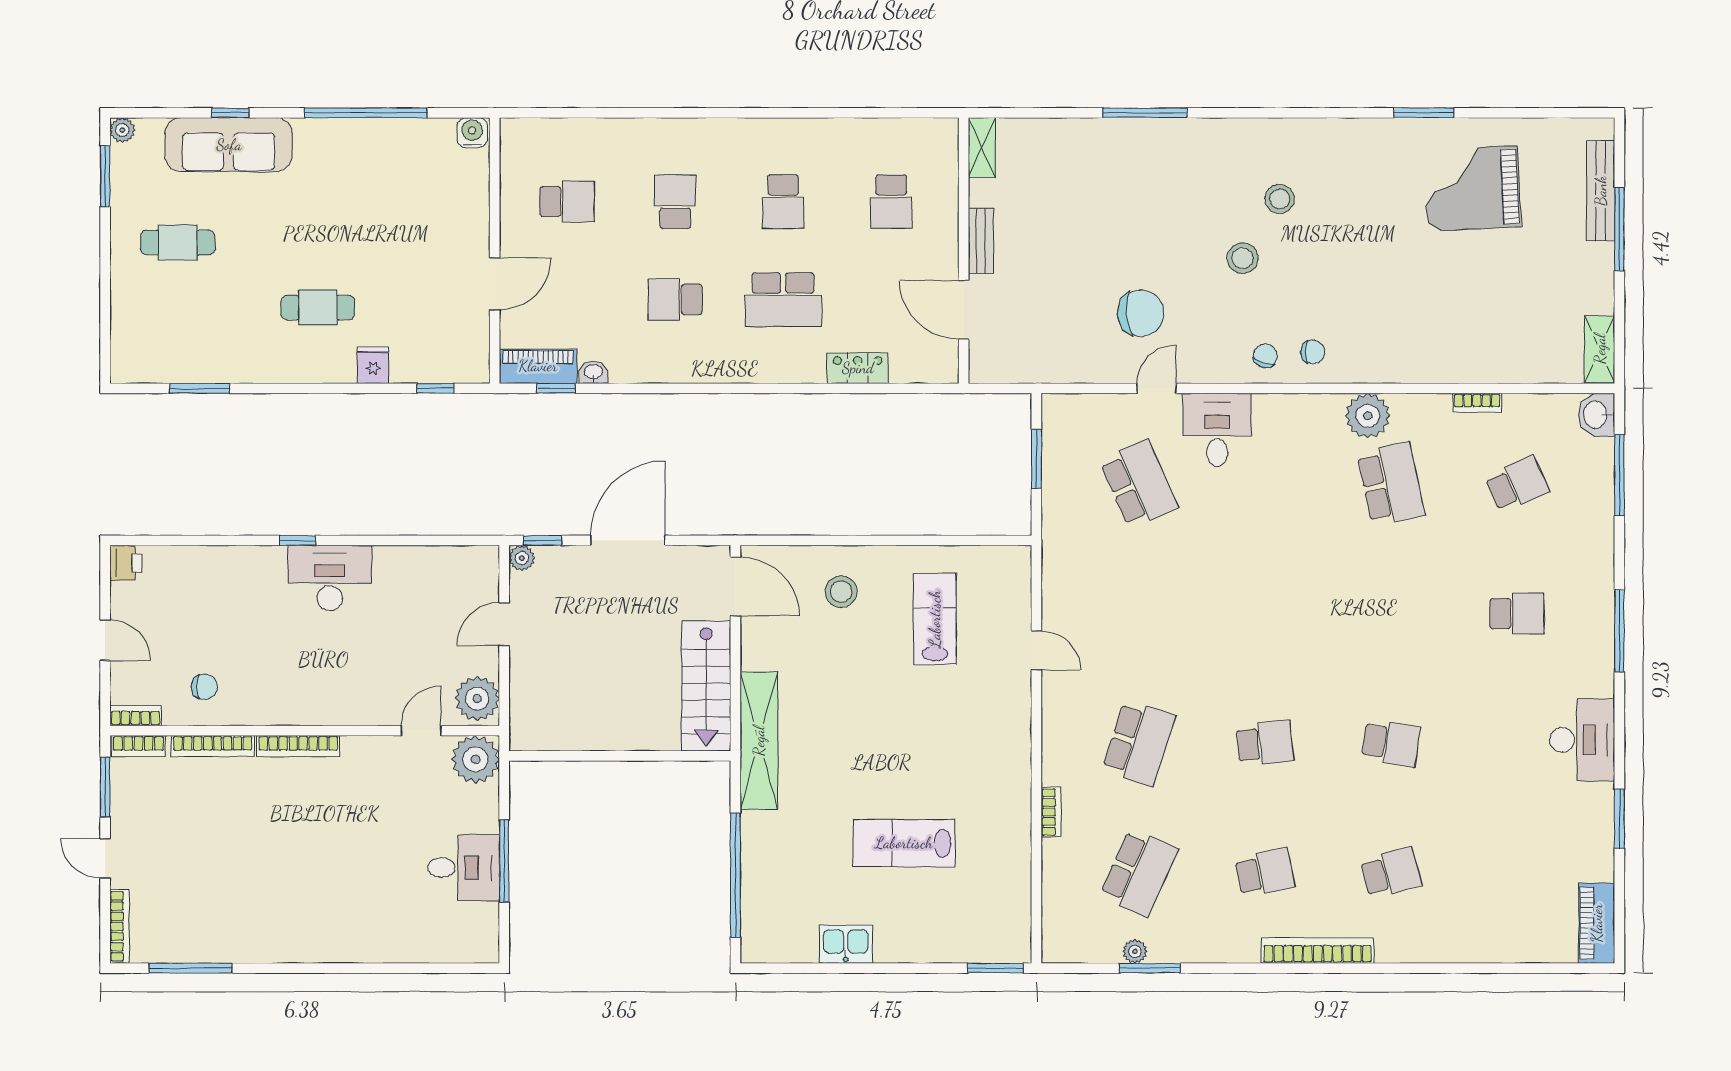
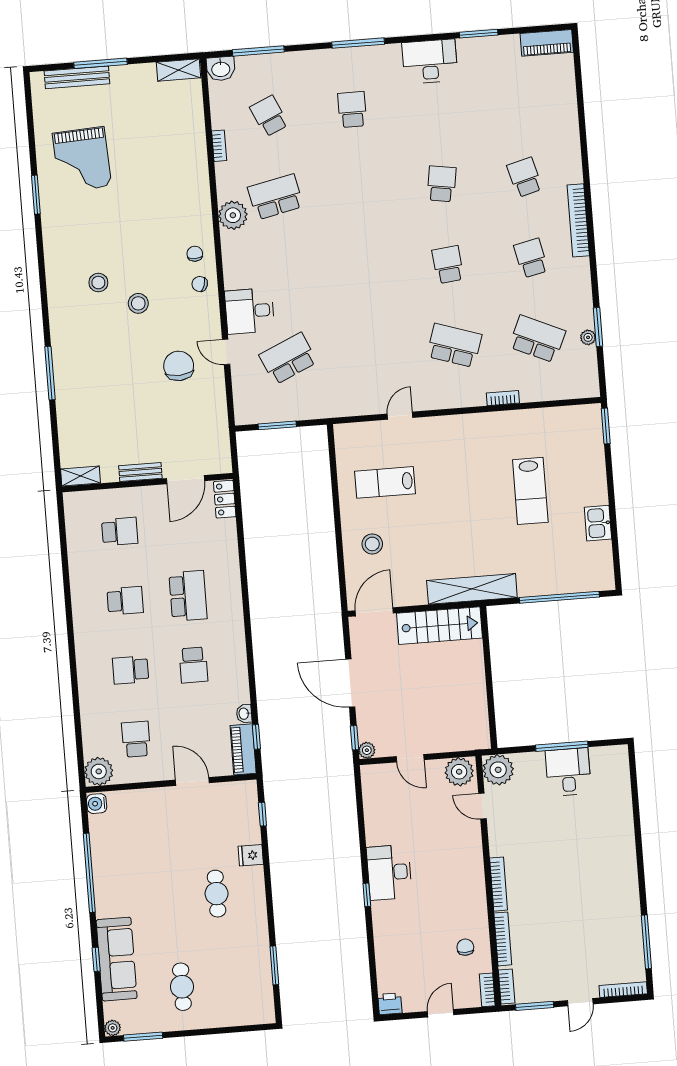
plant: (522, 140) -> (99, 771), added
locker: (858, 368) -> (225, 499), moved

